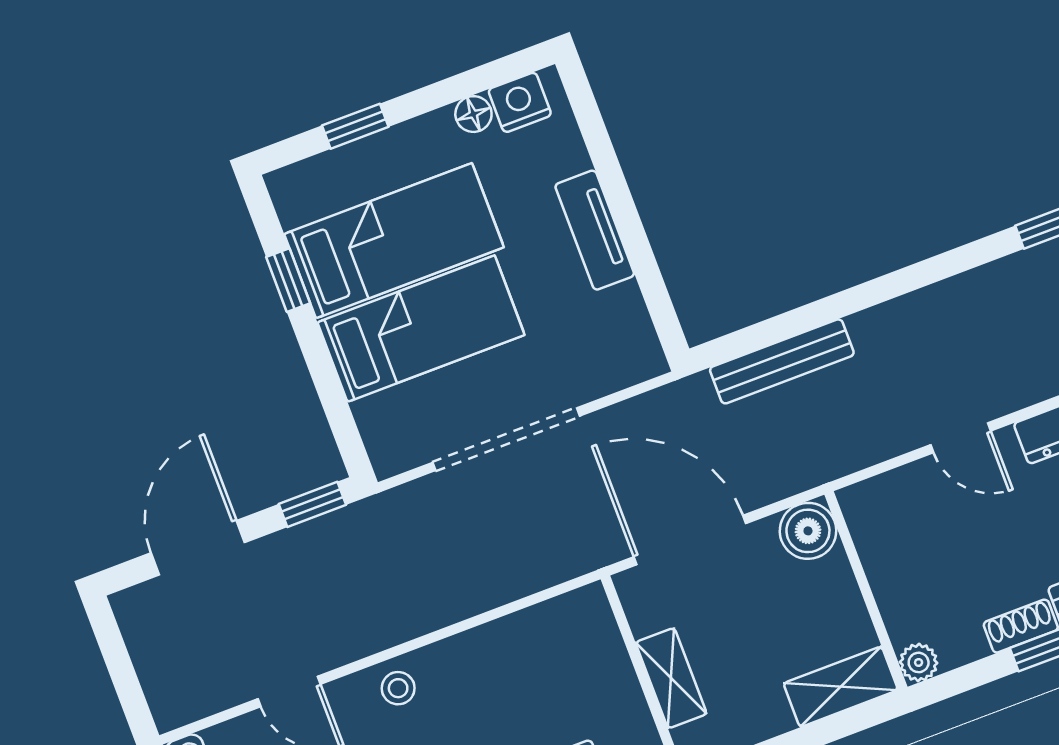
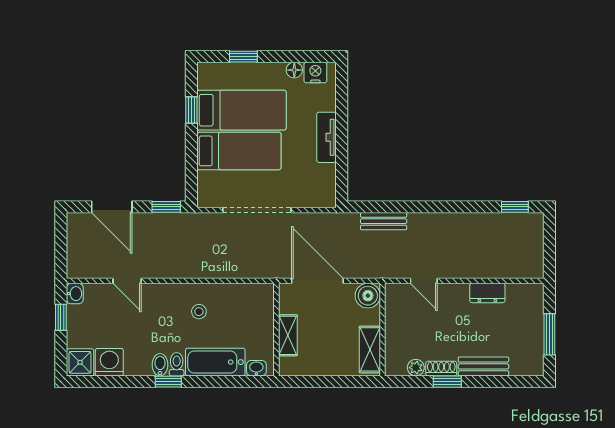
bench: (782, 361) -> (384, 221), width x0.73
door: (961, 438) -> (424, 281), moved
door: (198, 548) -> (112, 207), swing flipped
plant: (919, 662) -> (416, 368), moved
shelving: (841, 687) -> (370, 349), moved, turned 90
stool: (398, 688) -> (199, 312), moved

